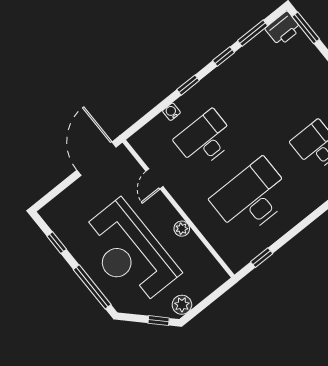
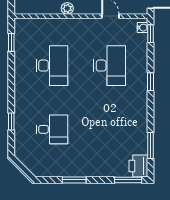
window: (224, 56) -> (151, 34), moved
water cooler: (171, 112) -> (142, 28), moved
desk: (252, 198) -> (52, 66), width x0.73, depth x0.77

